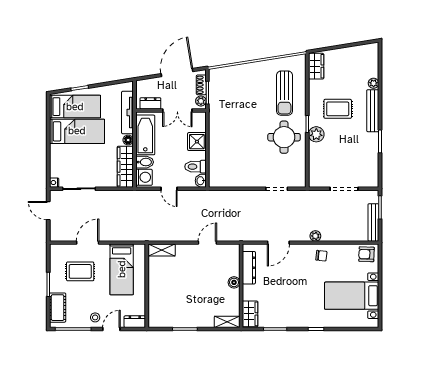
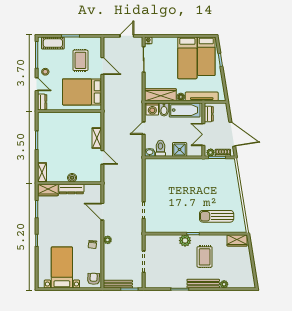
round table: (284, 137) -> (183, 216), removed
shelving: (162, 250) -> (97, 138), moved
dresser: (249, 268) -> (71, 189), moved
bed: (122, 269) -> (82, 92), width x1.50

